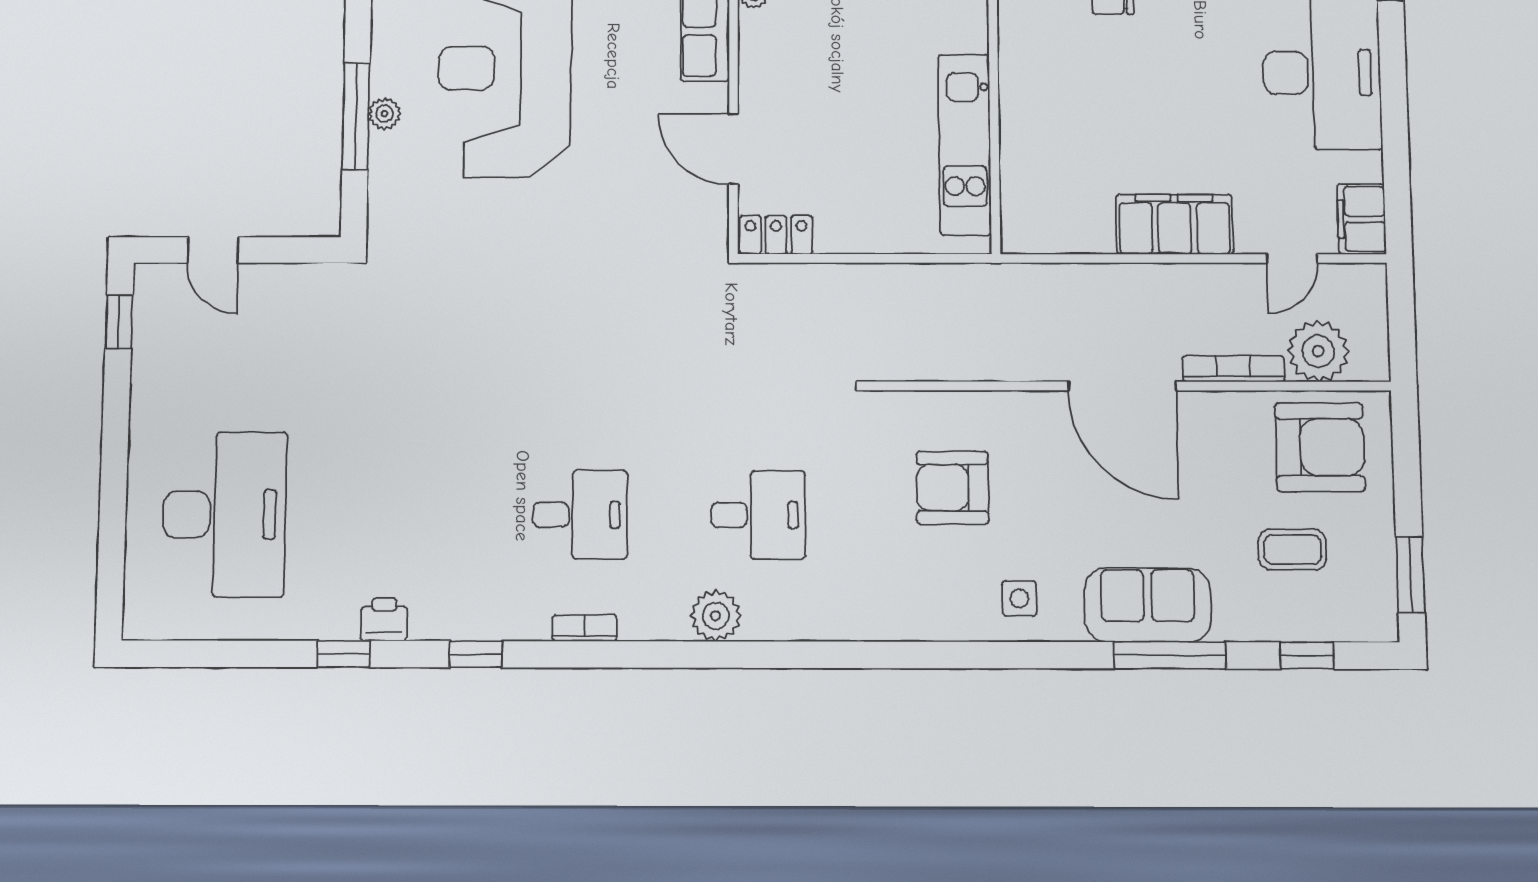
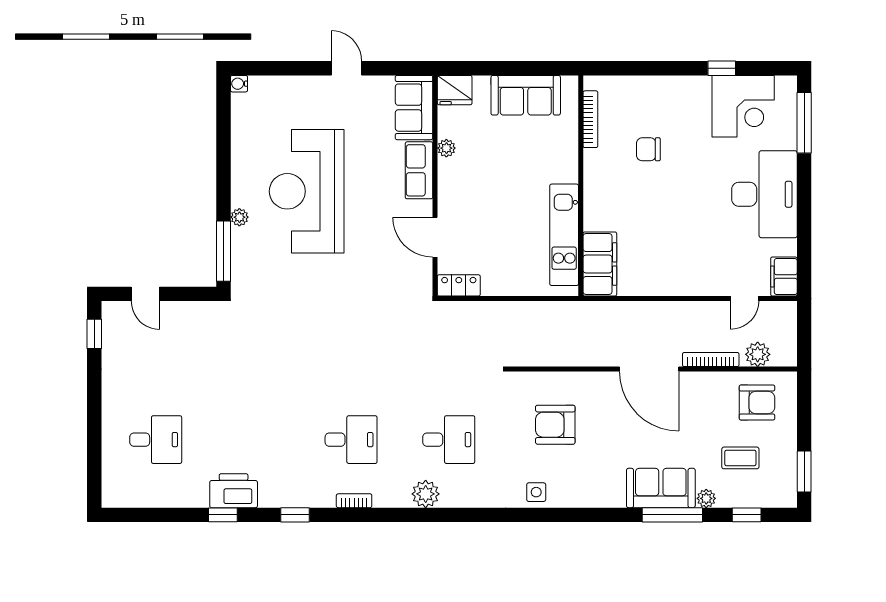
window: (356, 116) -> (224, 251), moved
filing cabinet: (1175, 224) -> (600, 264), moved, turned 90
plant: (1318, 351) -> (758, 354), width x0.73, depth x0.73
armchair: (1320, 447) -> (757, 402), width x0.73, depth x0.73
desk: (224, 514) -> (156, 440), width x0.53, depth x0.77
side table: (1020, 599) -> (536, 492), moved
printer: (384, 619) -> (234, 491), width x1.87, depth x1.48
plant: (1232, 625) -> (706, 498), added

